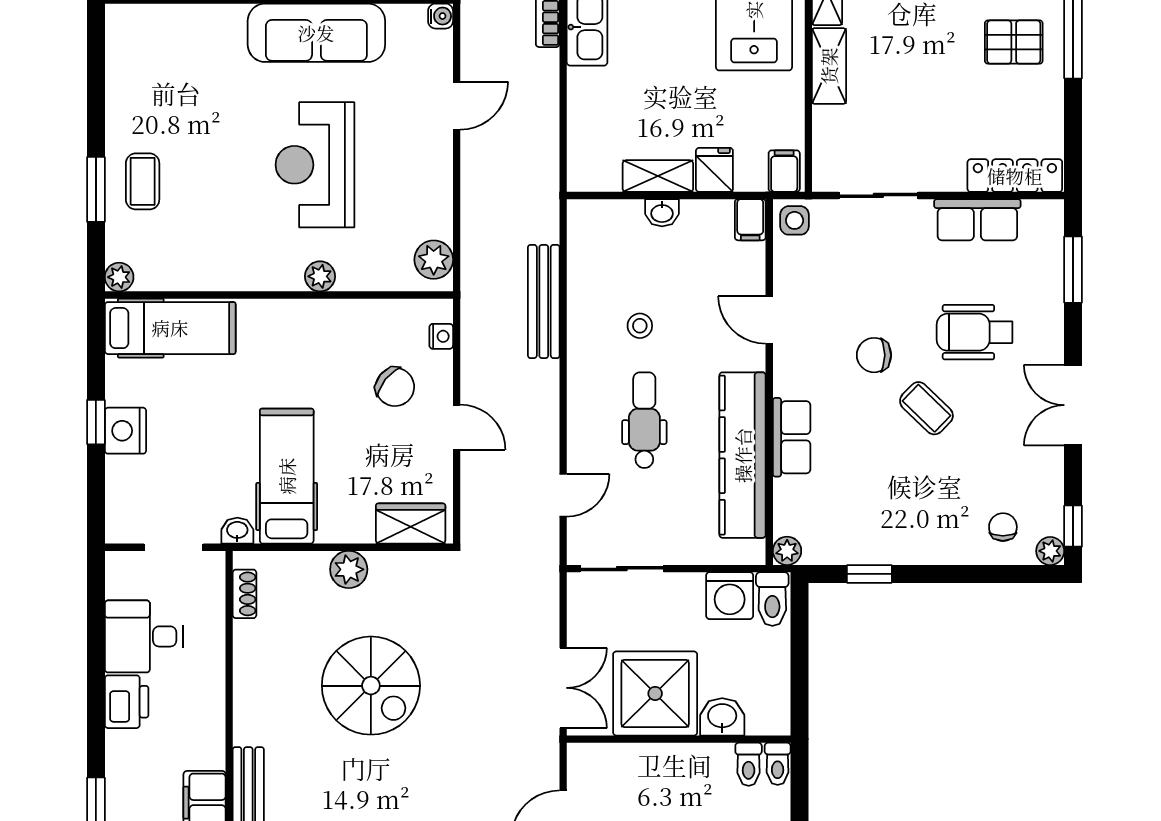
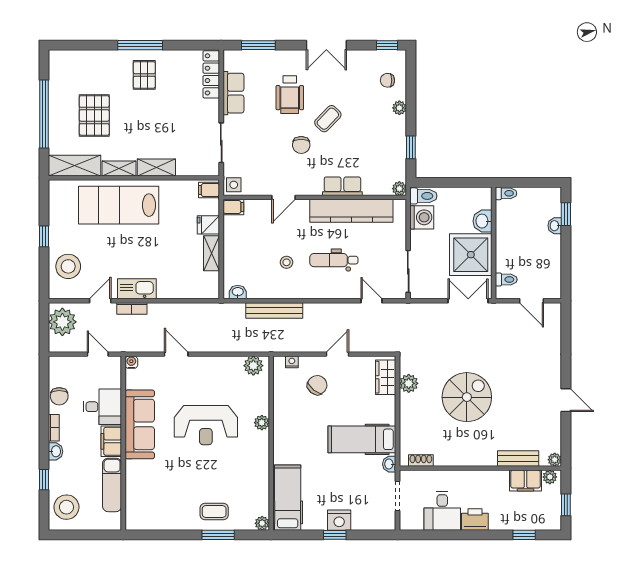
washbasin: (662, 213) -> (238, 292), moved, turned -90
plant: (1050, 551) -> (399, 108), moved
plant: (349, 569) -> (409, 383), moved
toilet: (749, 764) -> (506, 280), moved

